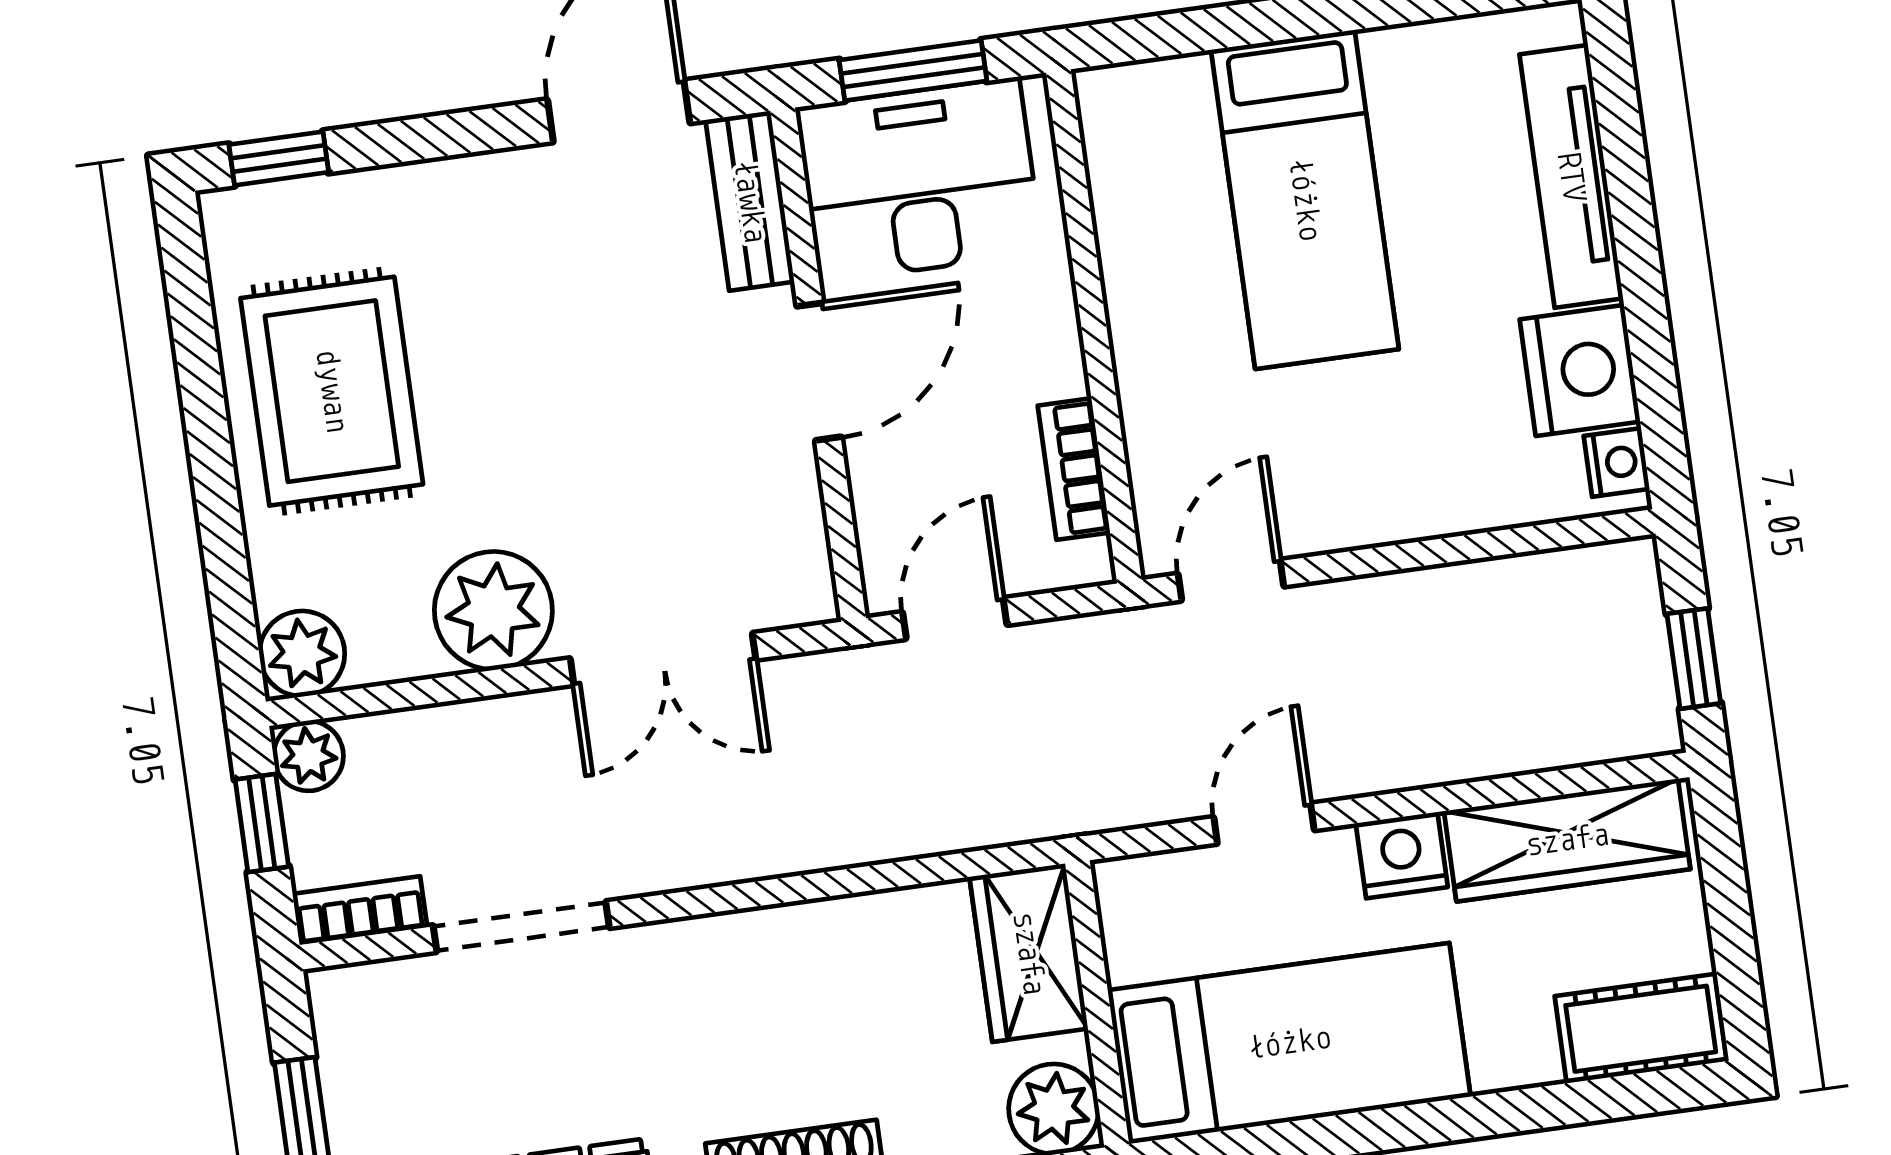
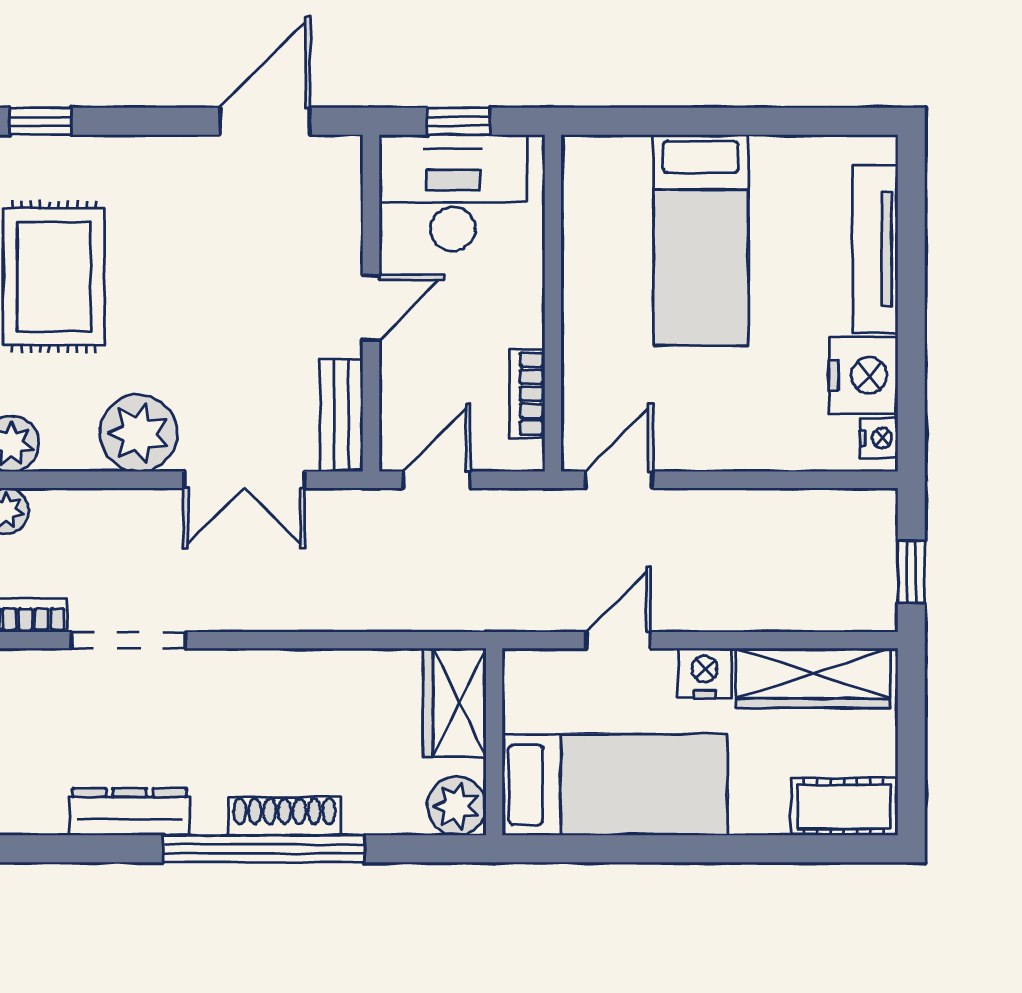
window: (913, 70) -> (459, 121), width x0.67
bench: (750, 201) -> (341, 415), moved
door: (819, 372) -> (371, 308), width x0.73

